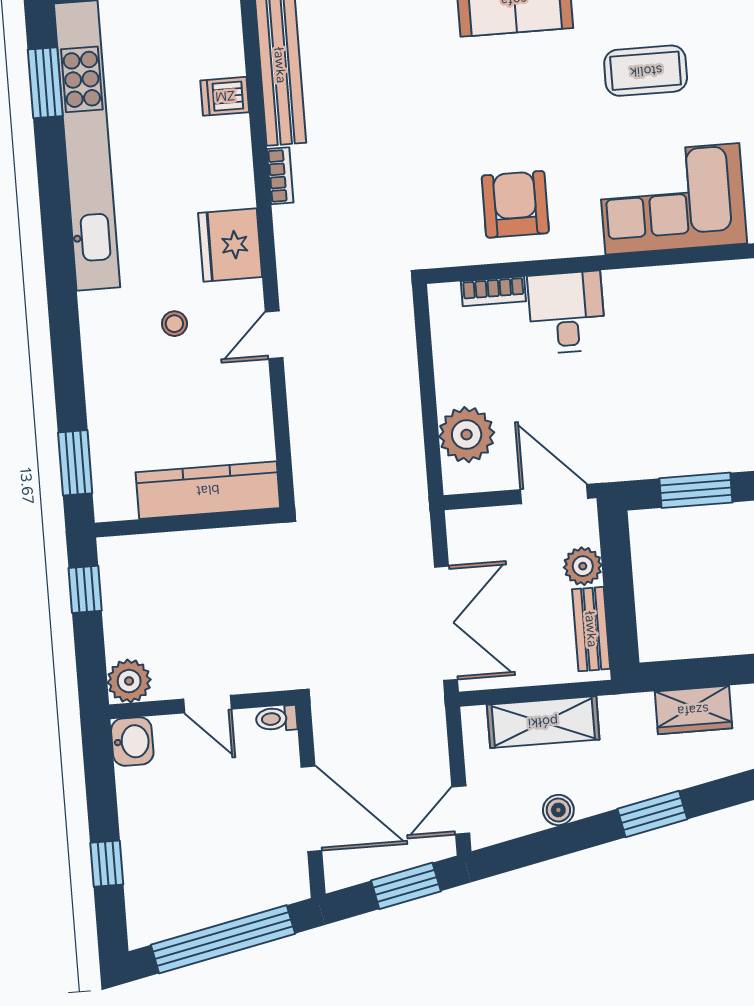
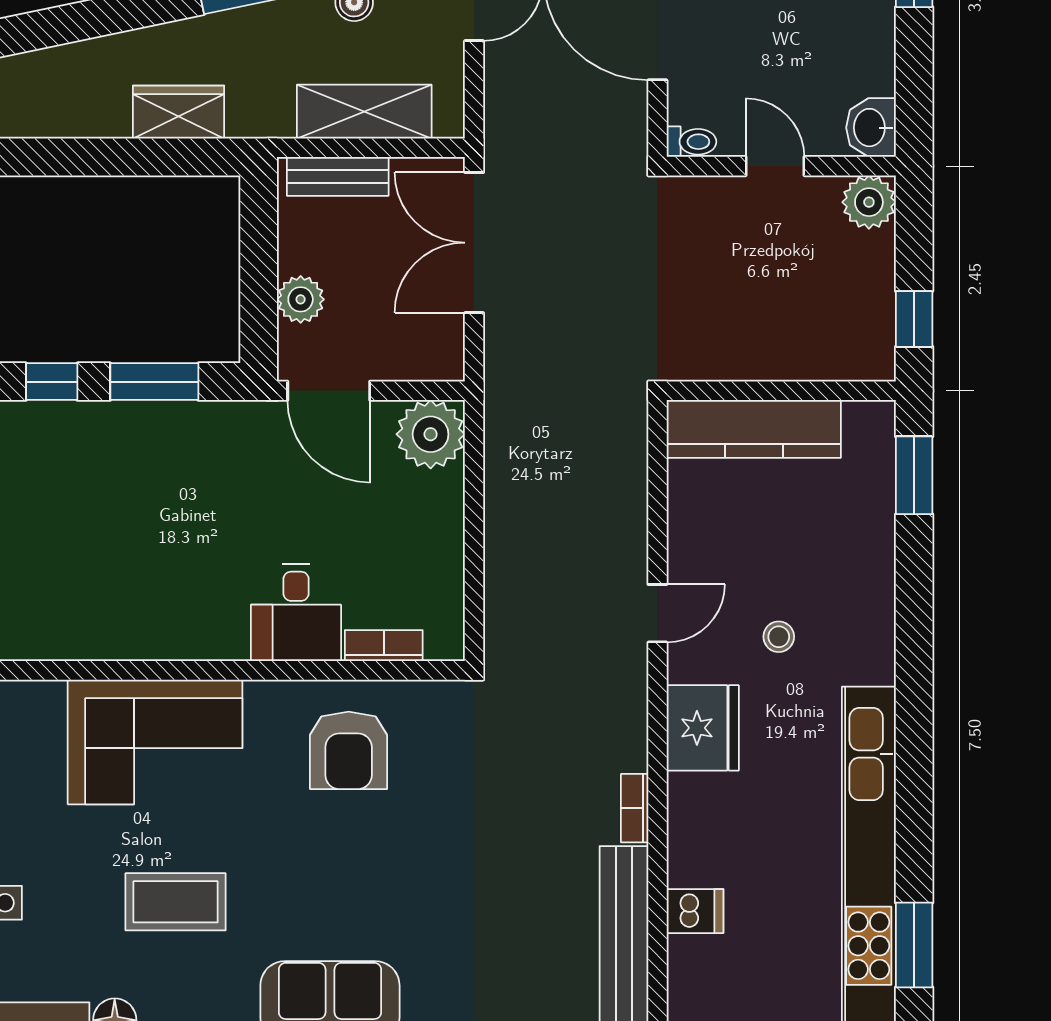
plant: (467, 435) -> (431, 434), moved
bench: (591, 629) -> (338, 176), moved, turned 90

